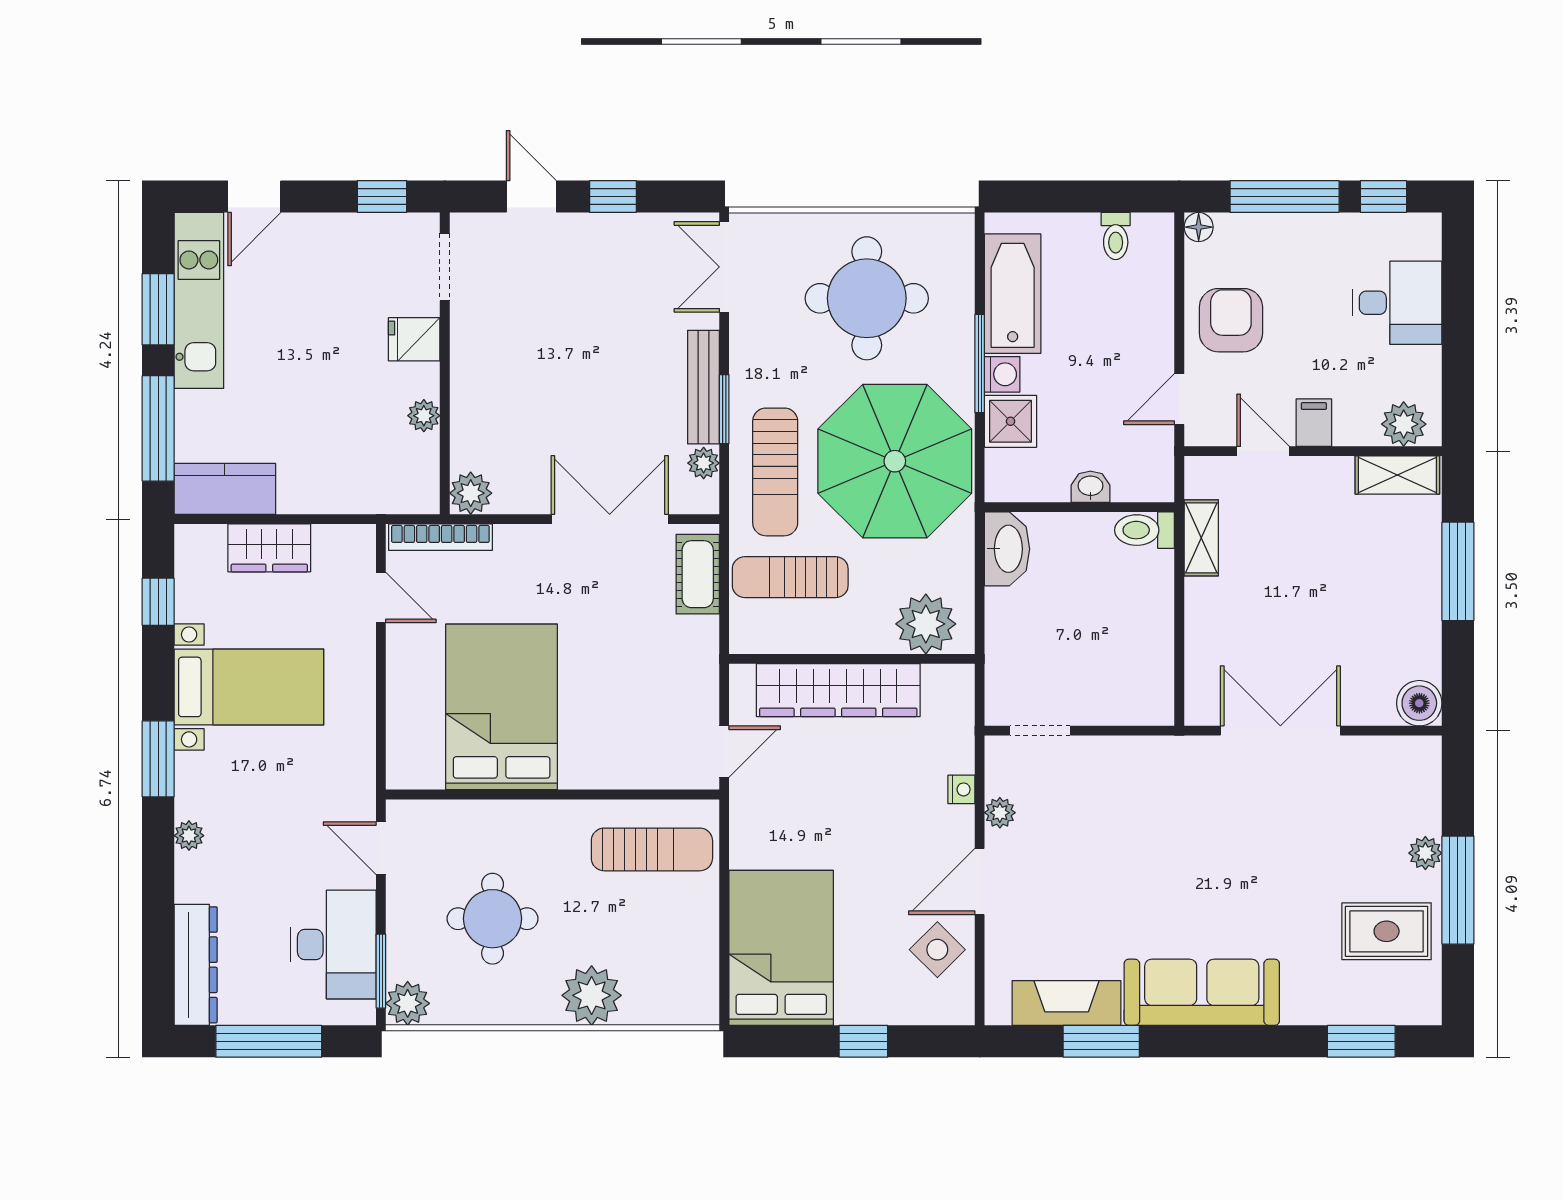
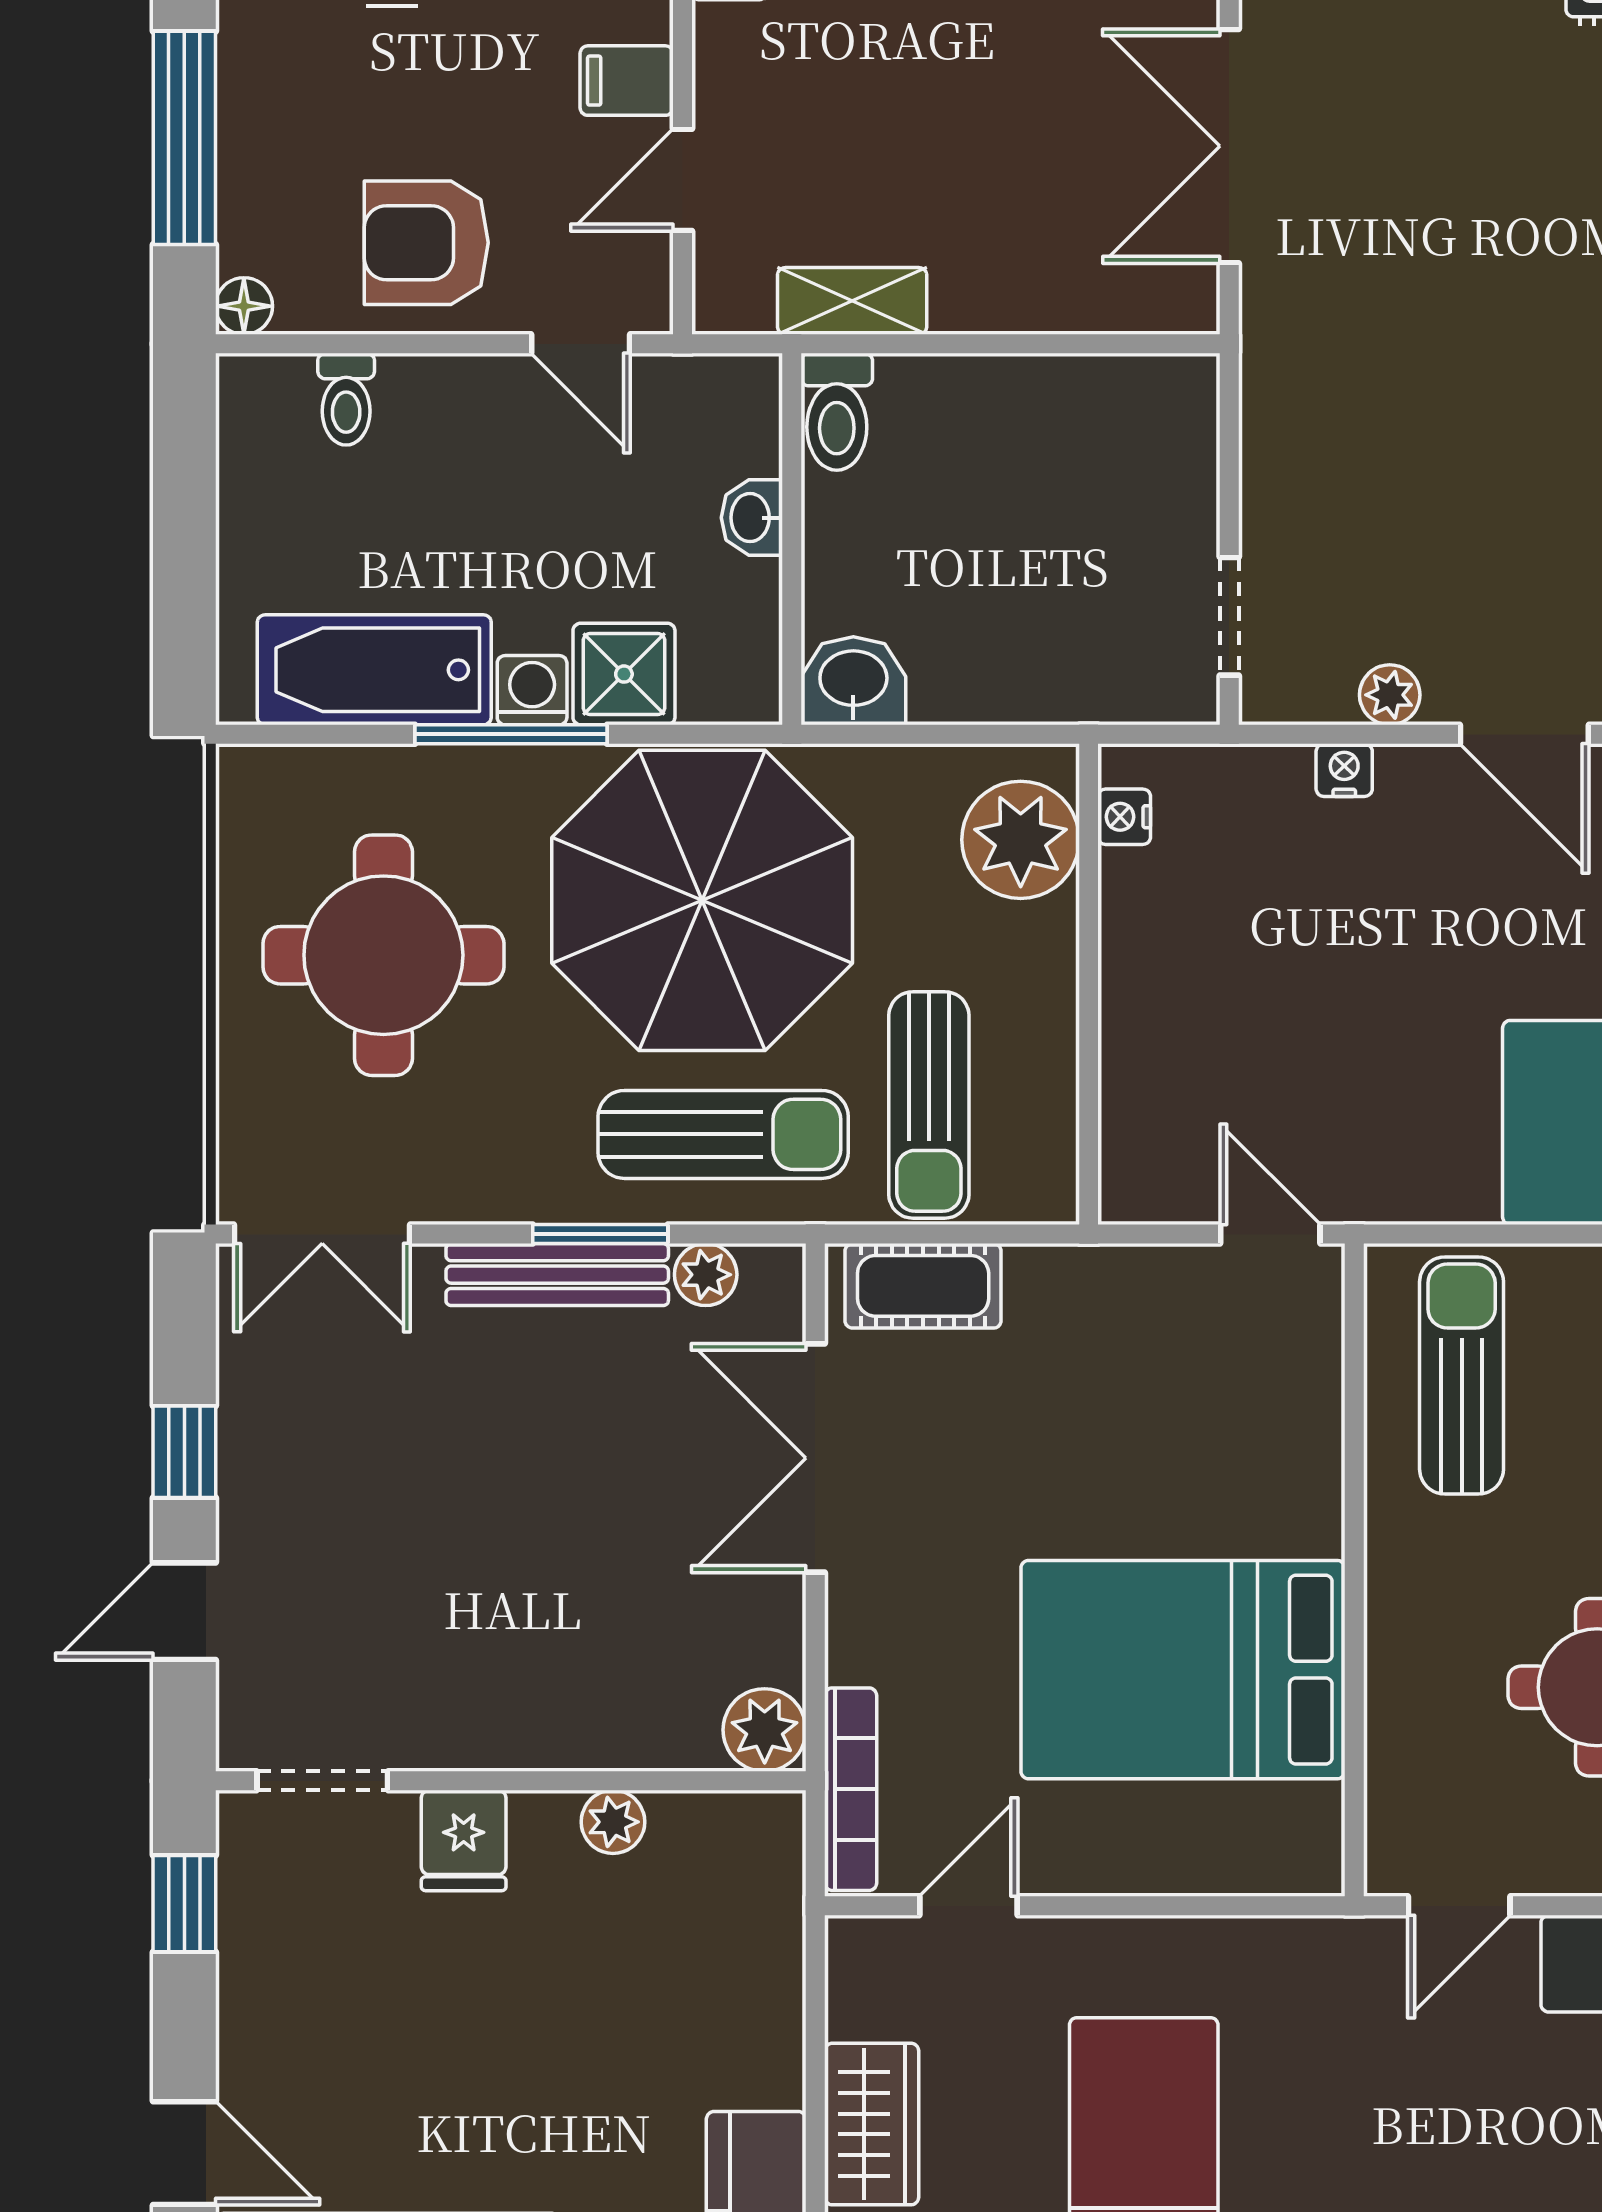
toilet: (1116, 236) -> (346, 399), moved, turned 90
washbasin: (1007, 549) -> (853, 681), width x0.72
nightstand: (938, 677) -> (1124, 817), added
wardrobe: (838, 690) -> (1150, 1011), removed

